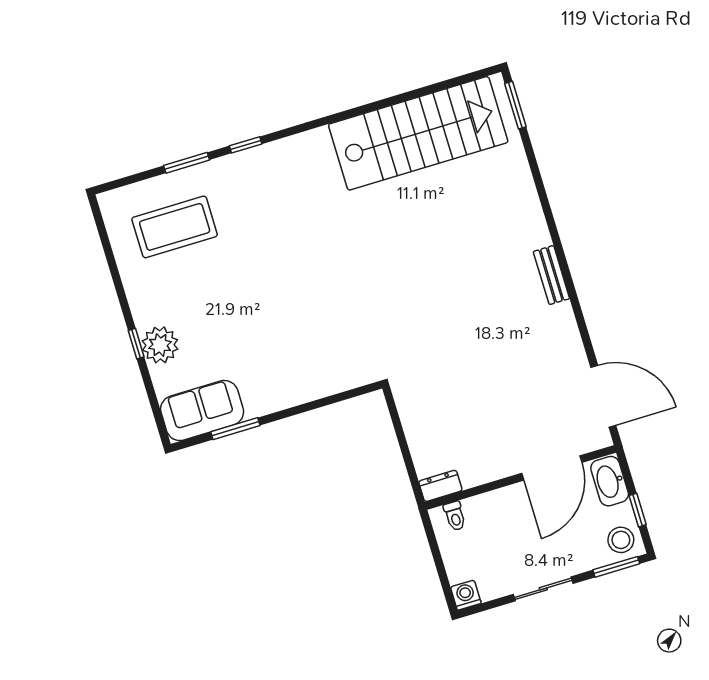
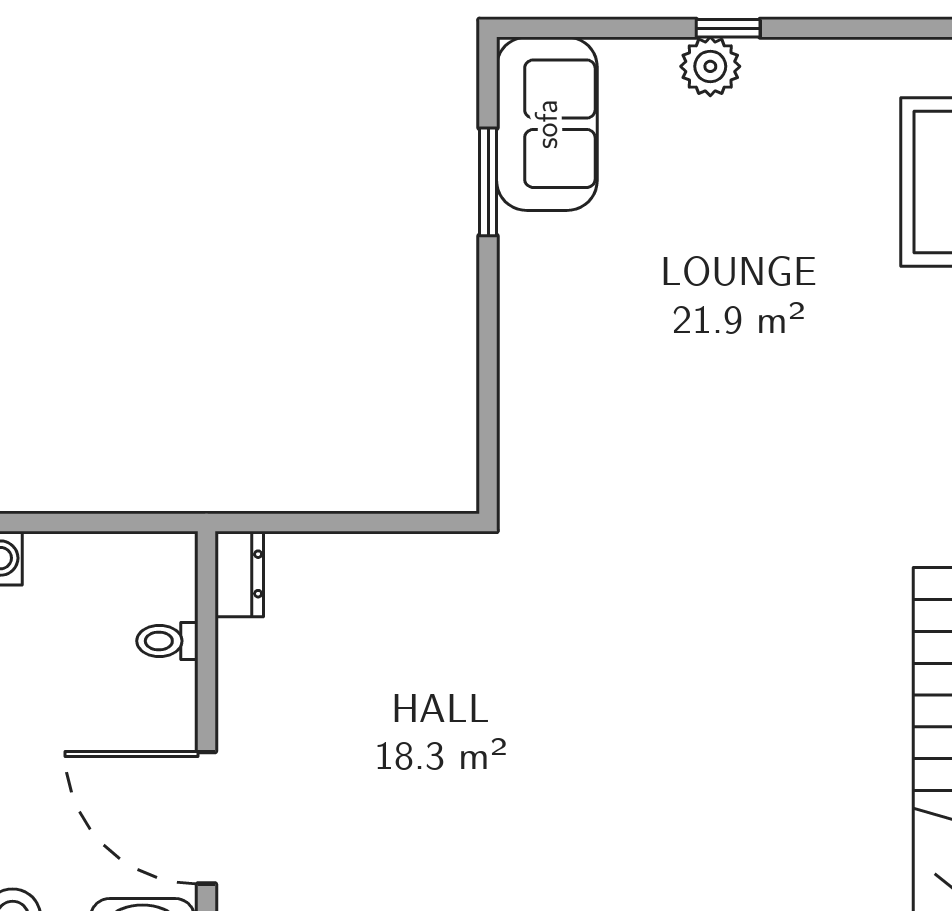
plant: (160, 345) -> (710, 66), width x0.73, depth x0.73
toilet: (455, 516) -> (167, 641), moved

